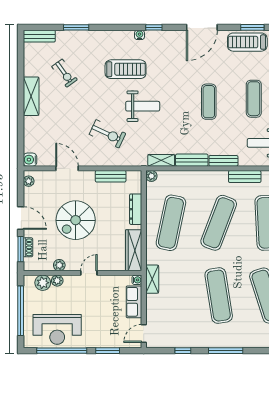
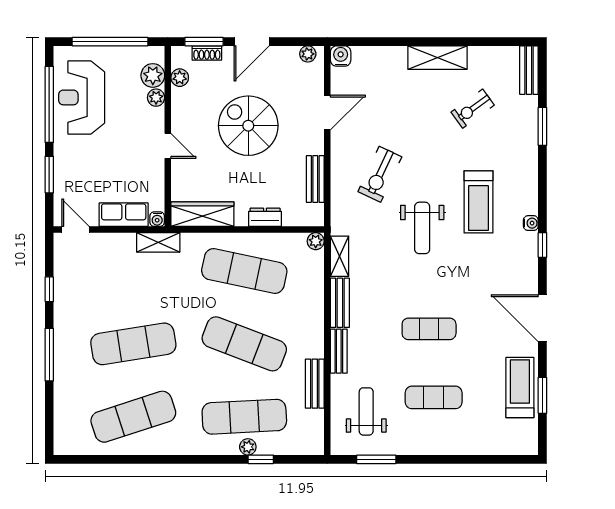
dresser: (136, 209) -> (265, 217), width x0.70
plant: (59, 265) -> (180, 78), moved

